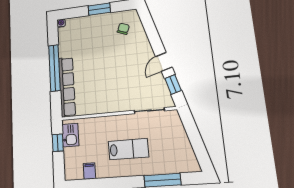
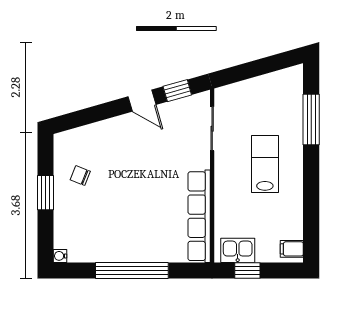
chair: (123, 29) -> (80, 176), moved
row of seats: (67, 87) -> (199, 216), moved, turned -90
filing cabinet: (89, 171) -> (292, 249), moved

